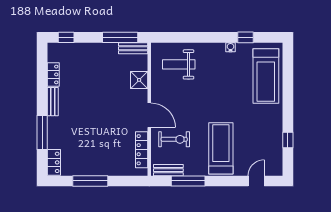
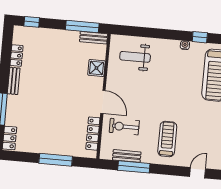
exercise bike: (174, 139) -> (124, 127), turned 180
treadmill: (221, 148) -> (167, 139), width x0.73, depth x0.73
bench: (168, 170) -> (127, 156), moved
window: (90, 181) -> (56, 160), moved

